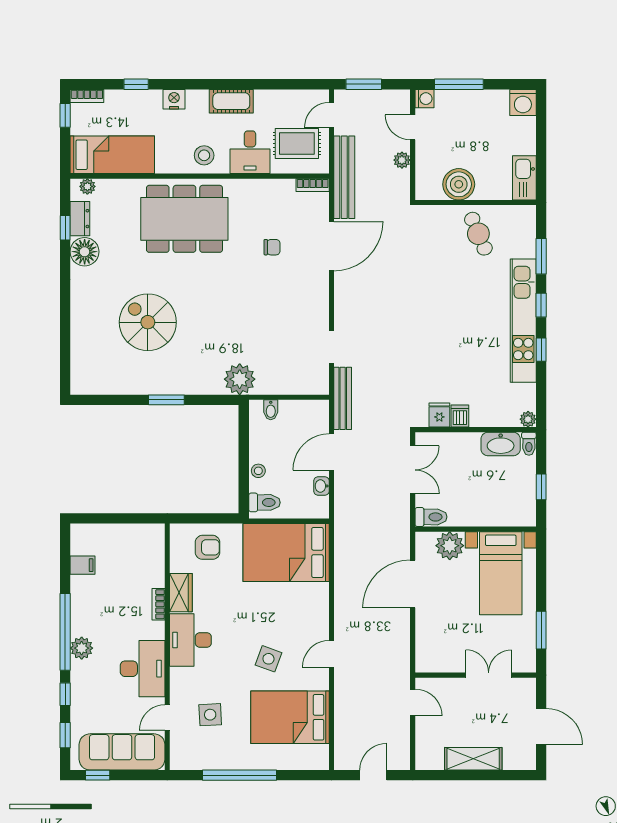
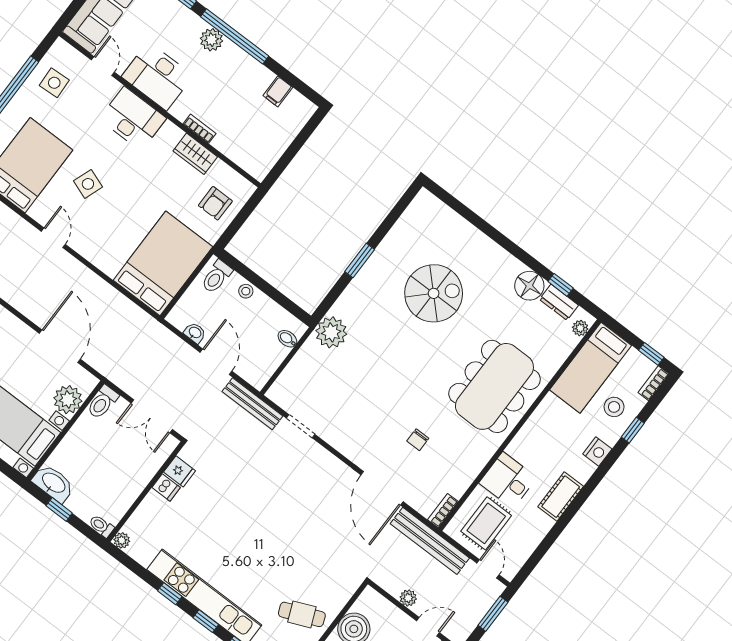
stool: (204, 155) -> (614, 407), moved
washbasin: (501, 444) -> (53, 483), moved, turned 90
desk: (190, 640) -> (133, 119), moved
side table: (210, 715) -> (54, 83), moved

